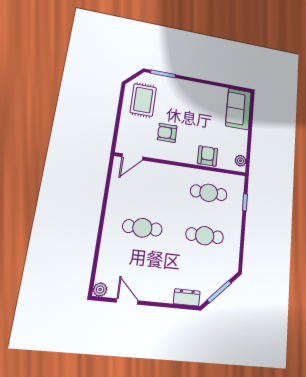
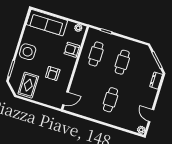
side table: (192, 94) -> (28, 52), added
rug: (143, 100) -> (28, 85), turned 90
sofa: (238, 109) -> (47, 23), width x1.36
door: (132, 157) -> (65, 98), hinge flipped
door: (127, 302) -> (151, 116), hinge flipped

